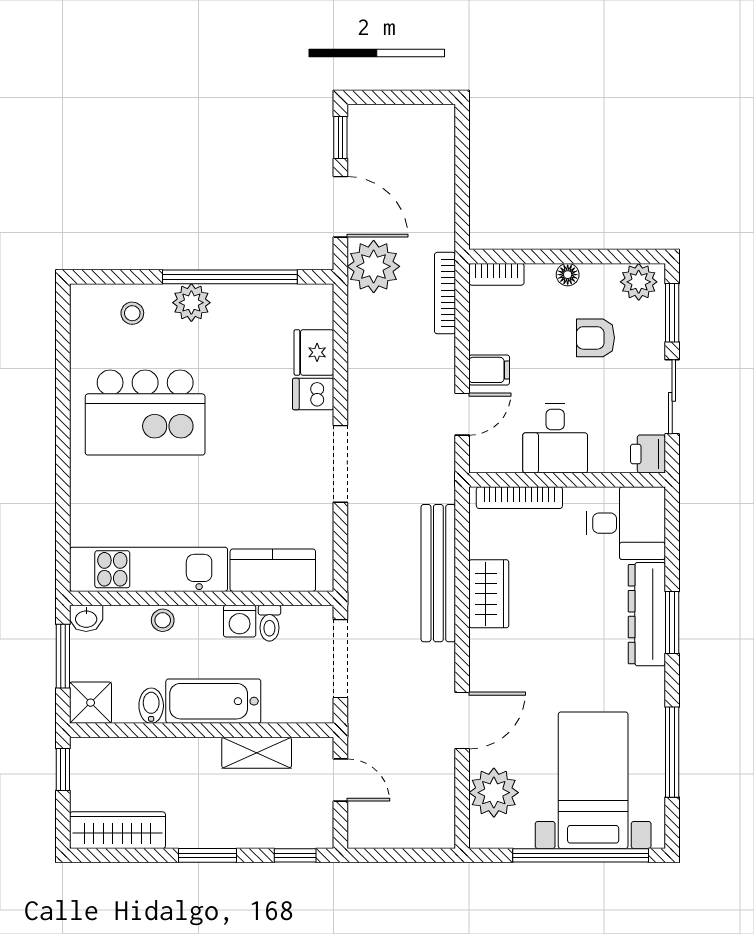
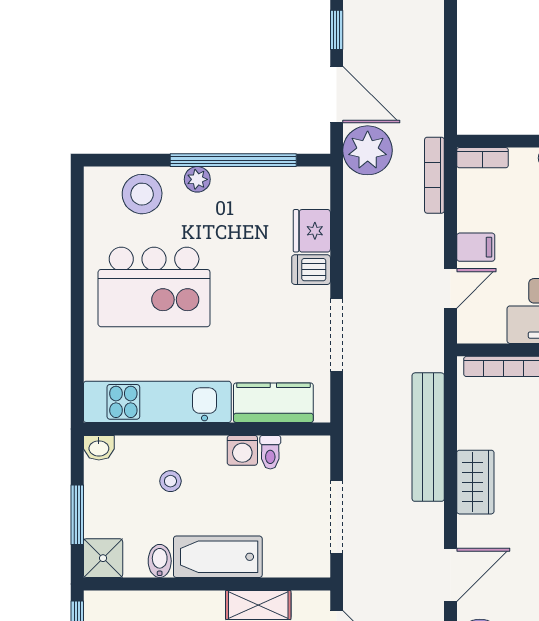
plant: (191, 303) -> (197, 179), width x0.73, depth x0.73
stool: (132, 313) -> (142, 194), width x1.89, depth x1.89
kitchen unit: (149, 569) -> (157, 402), moved
kitchen counter: (273, 570) -> (273, 403), moved
wardrobe: (489, 594) -> (475, 482), moved
wall: (202, 598) -> (207, 429), moved
washbasin: (86, 618) -> (99, 448), moved
washing machine: (240, 621) -> (242, 450), moved
toilet: (269, 623) -> (270, 452), moved

